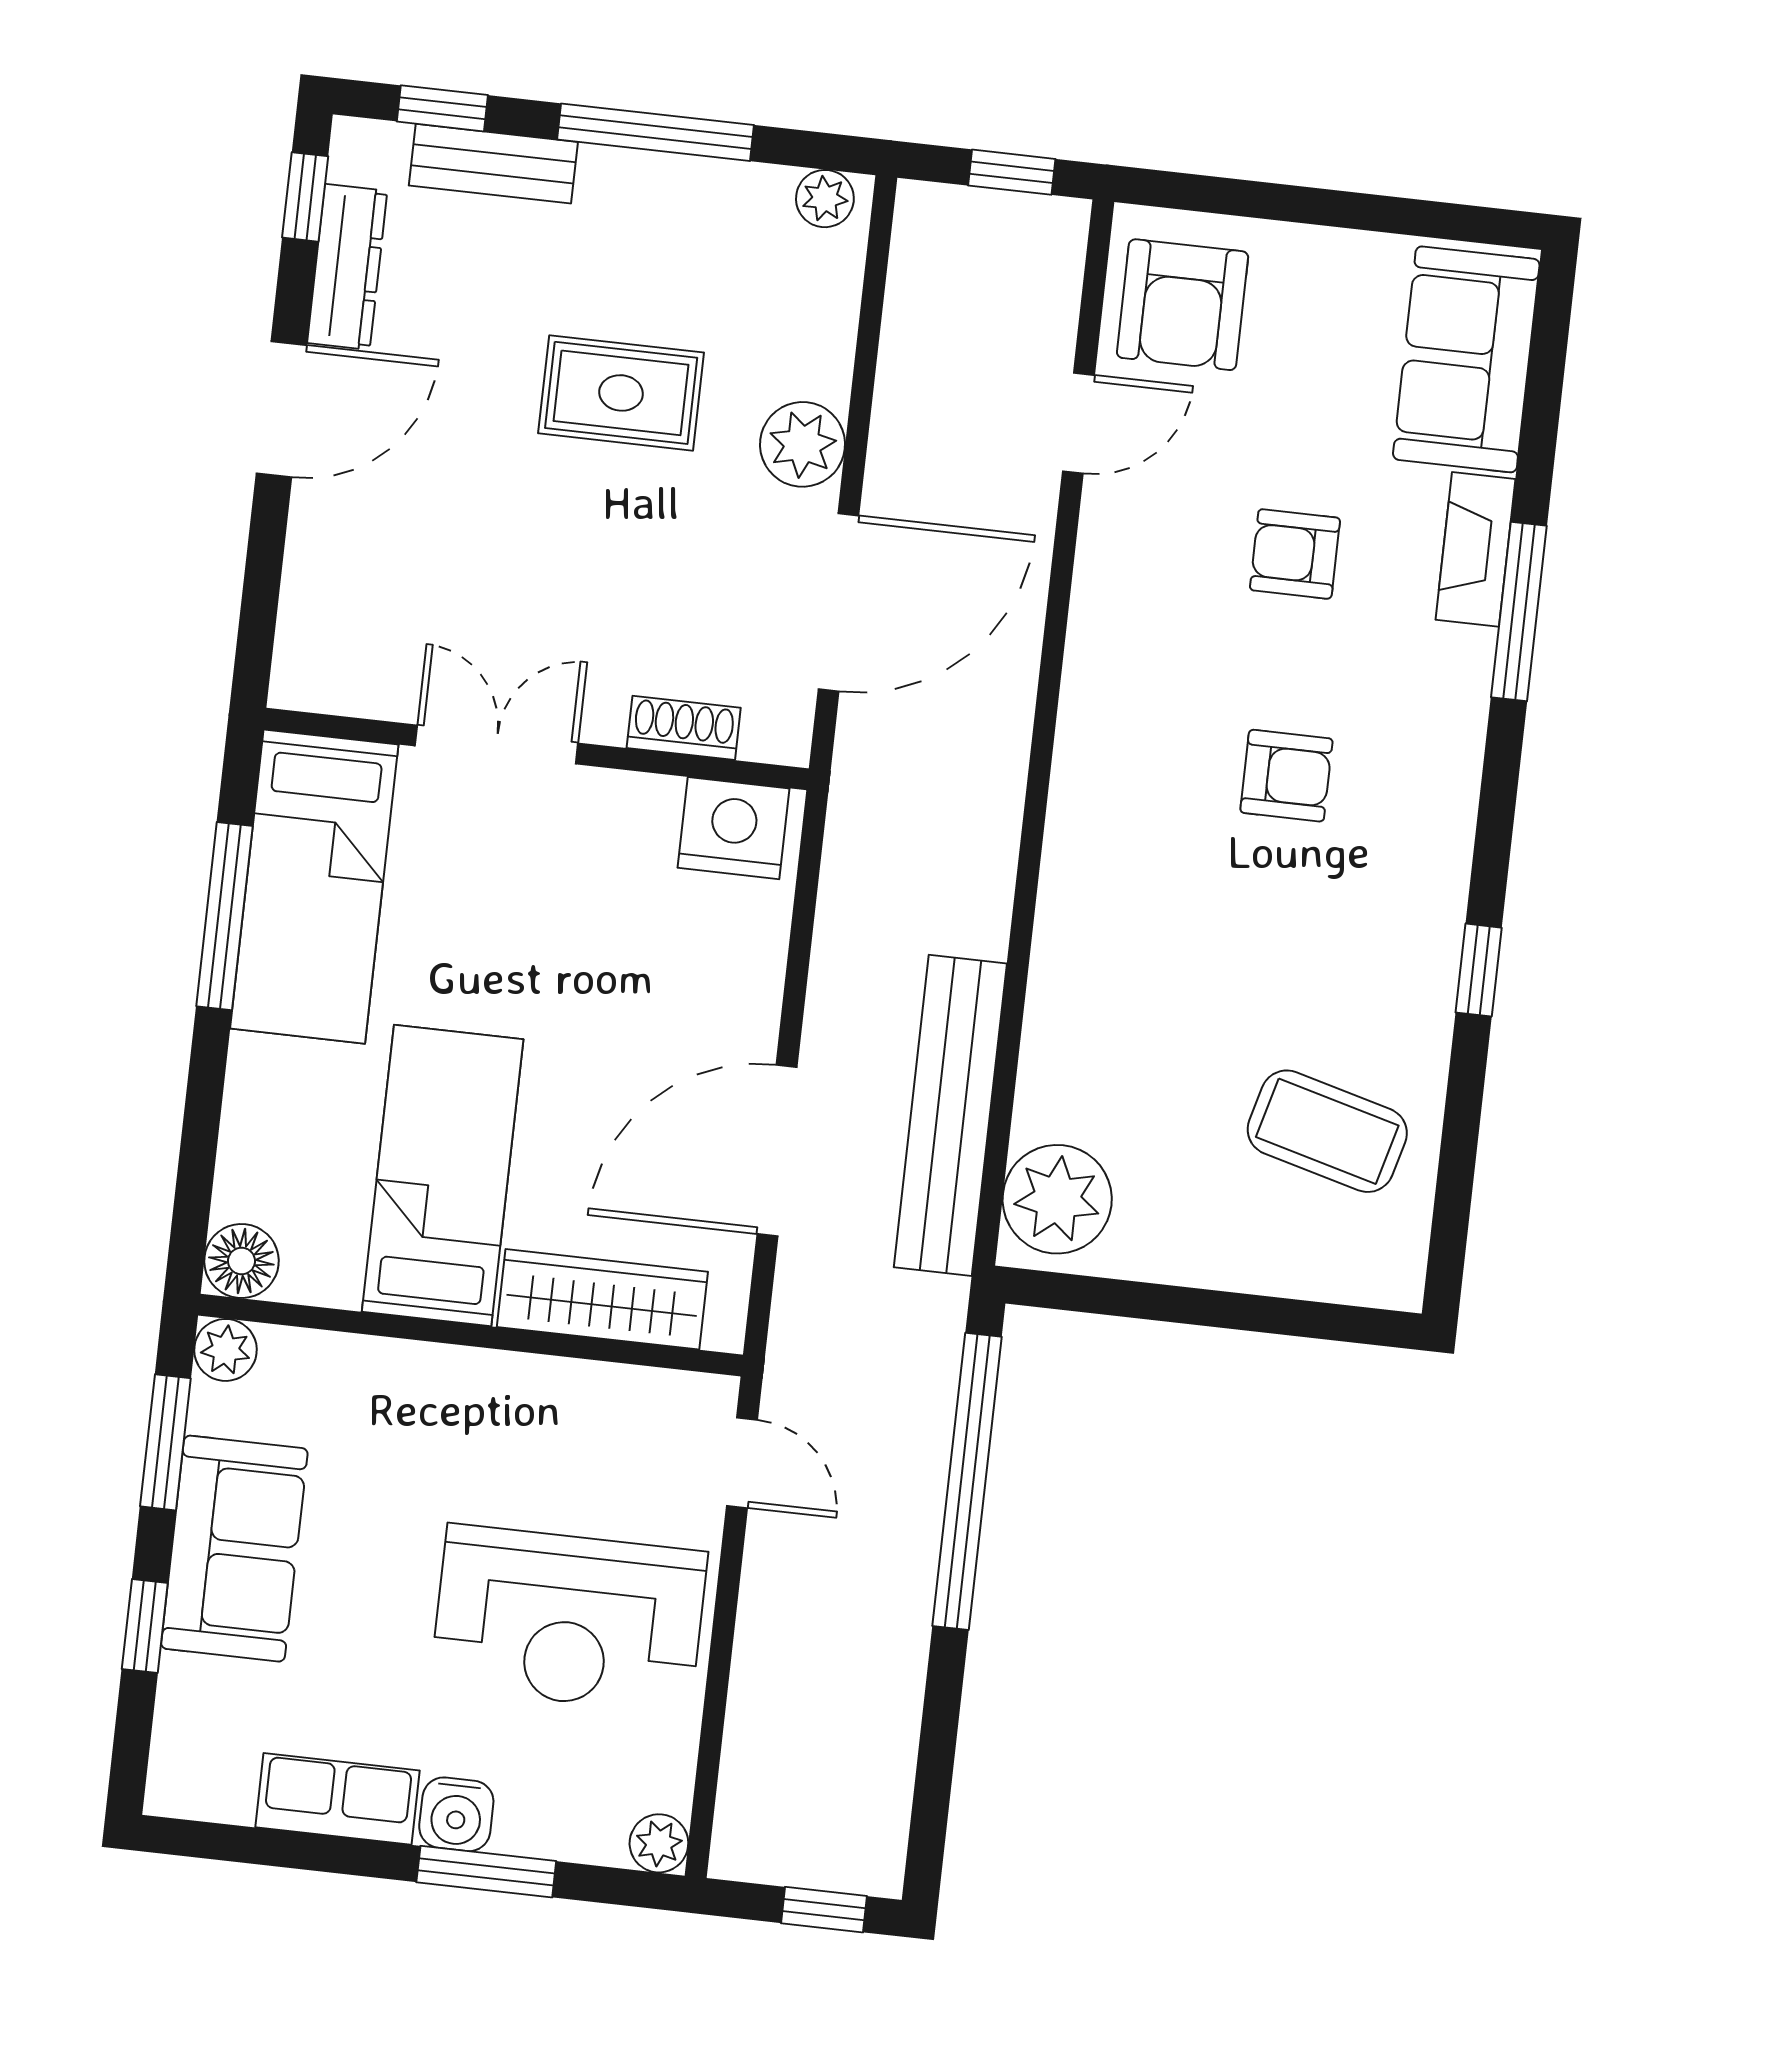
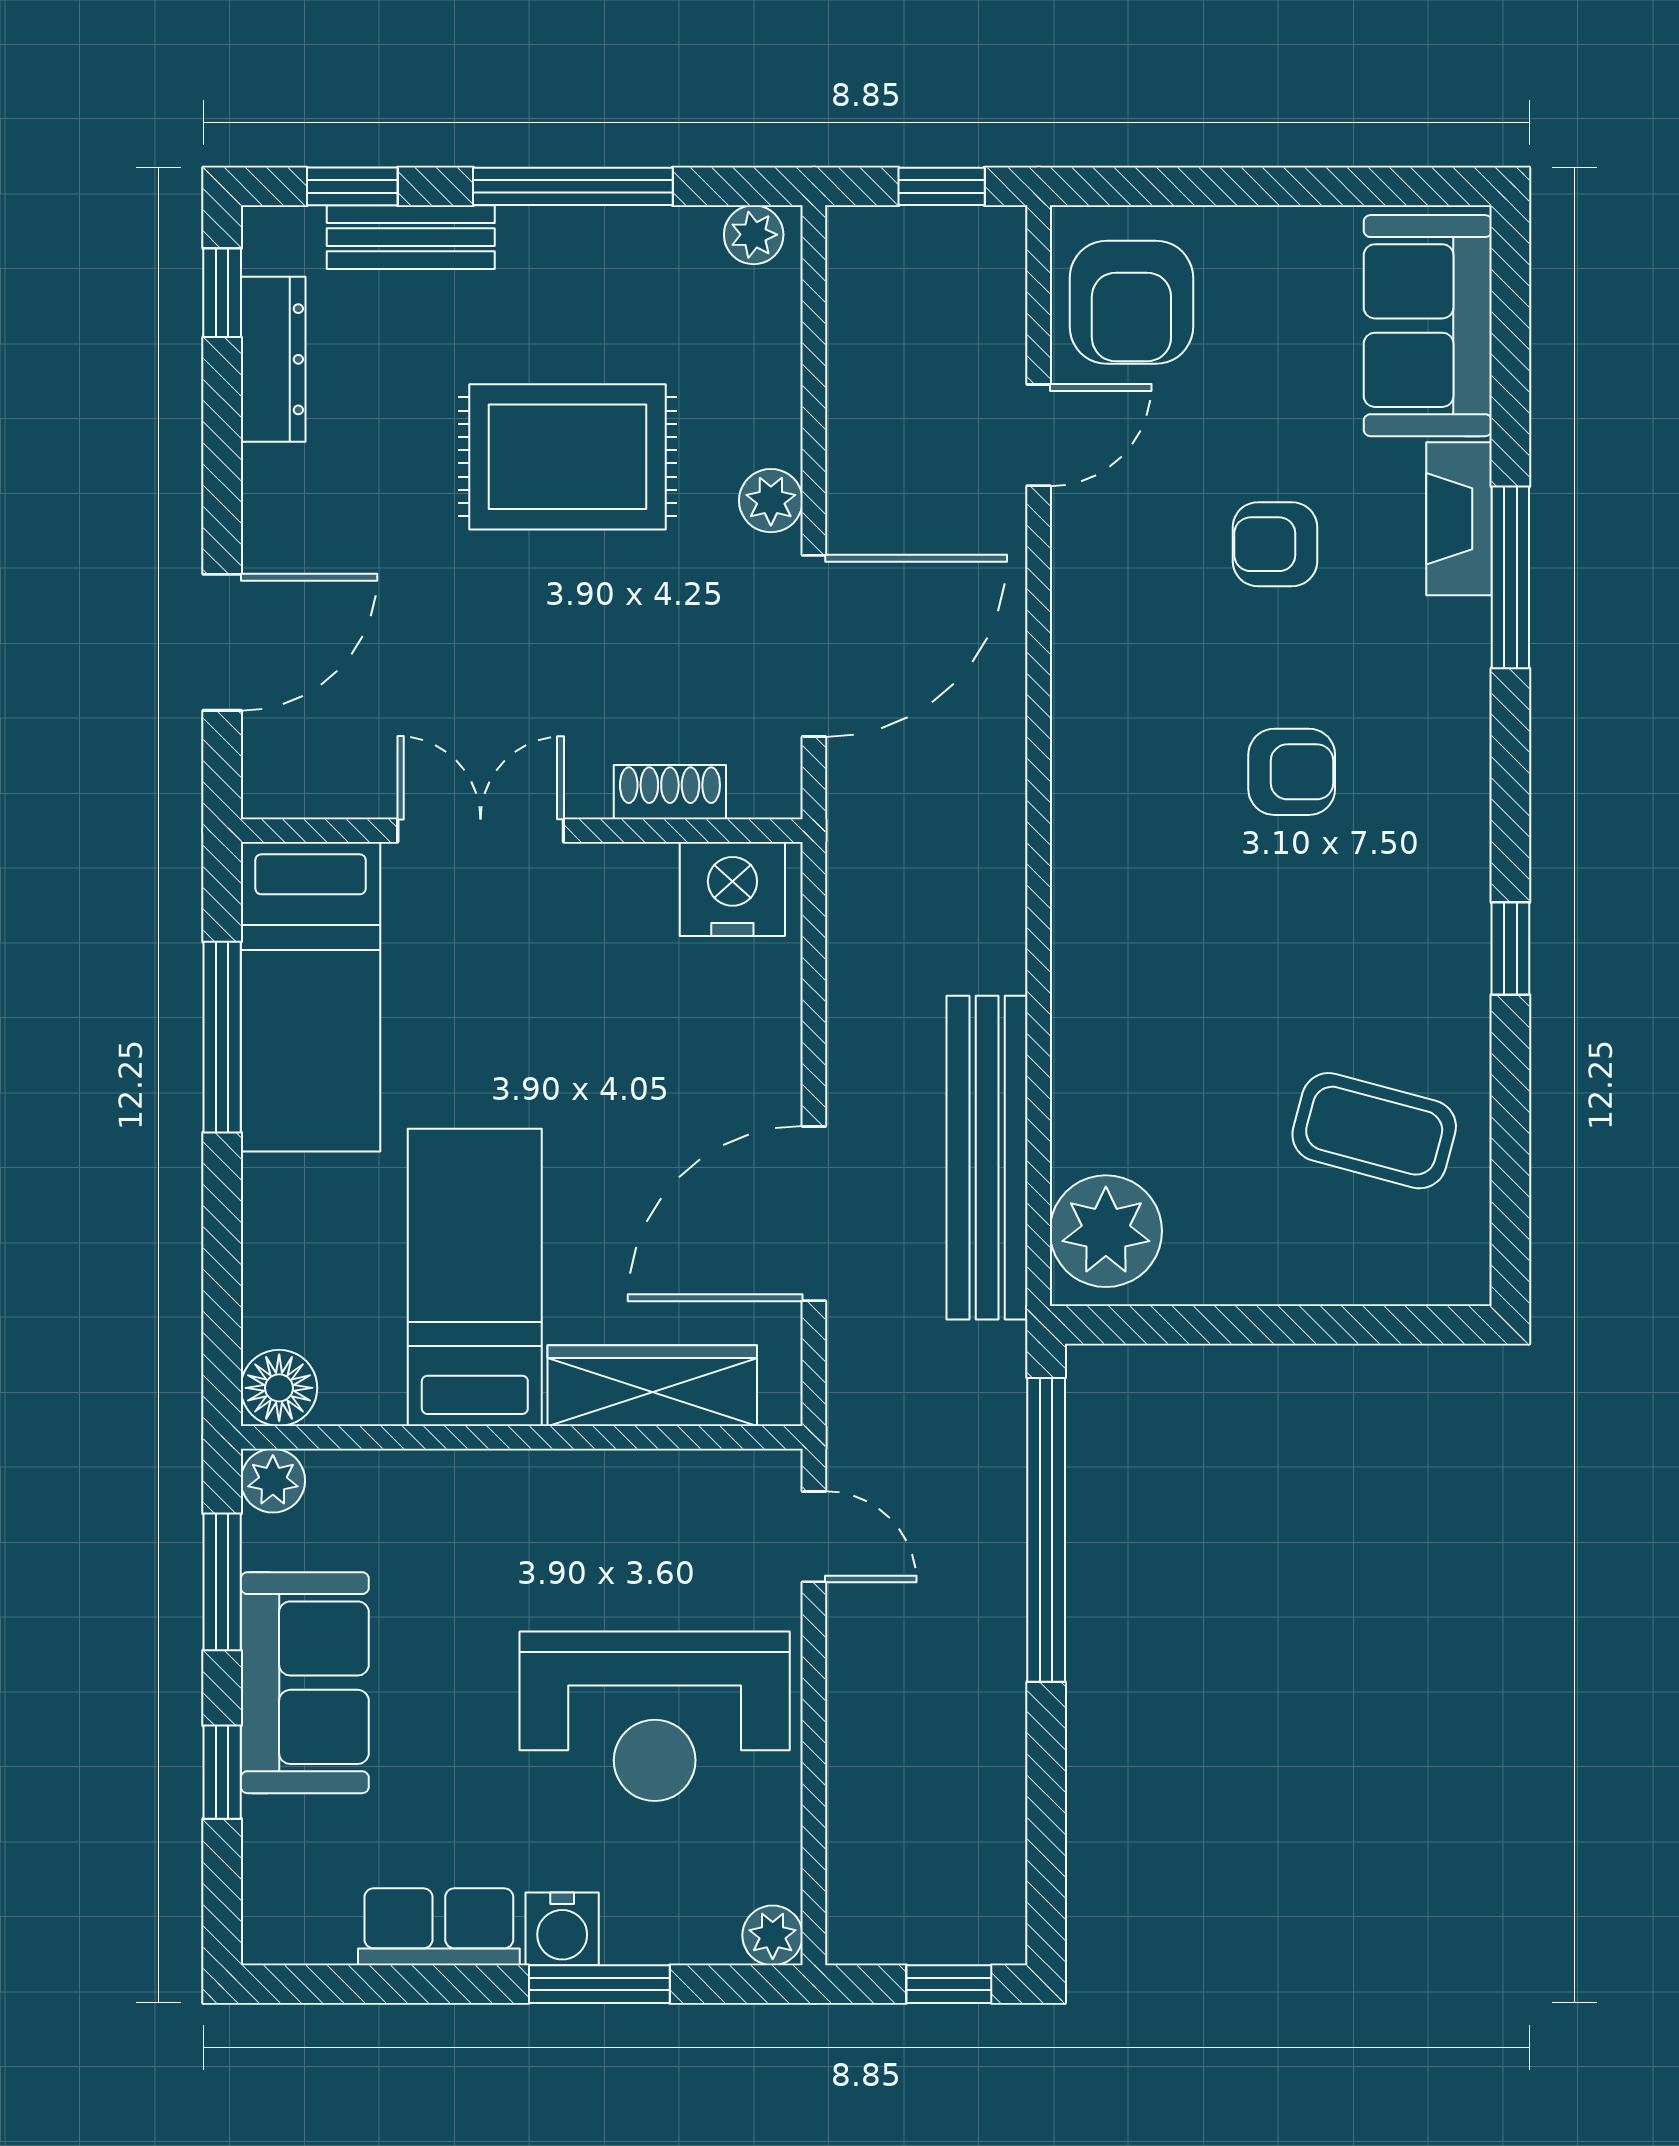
rug: (621, 393) -> (568, 457), width x1.36, depth x1.43
door: (281, 409) -> (222, 642), moved
plant: (803, 444) -> (771, 501), width x0.73, depth x0.73

